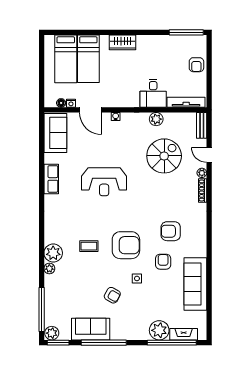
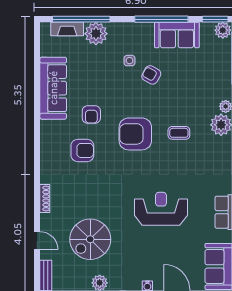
plant: (202, 173) -> (46, 219), removed
side table: (137, 278) -> (129, 61), moved

